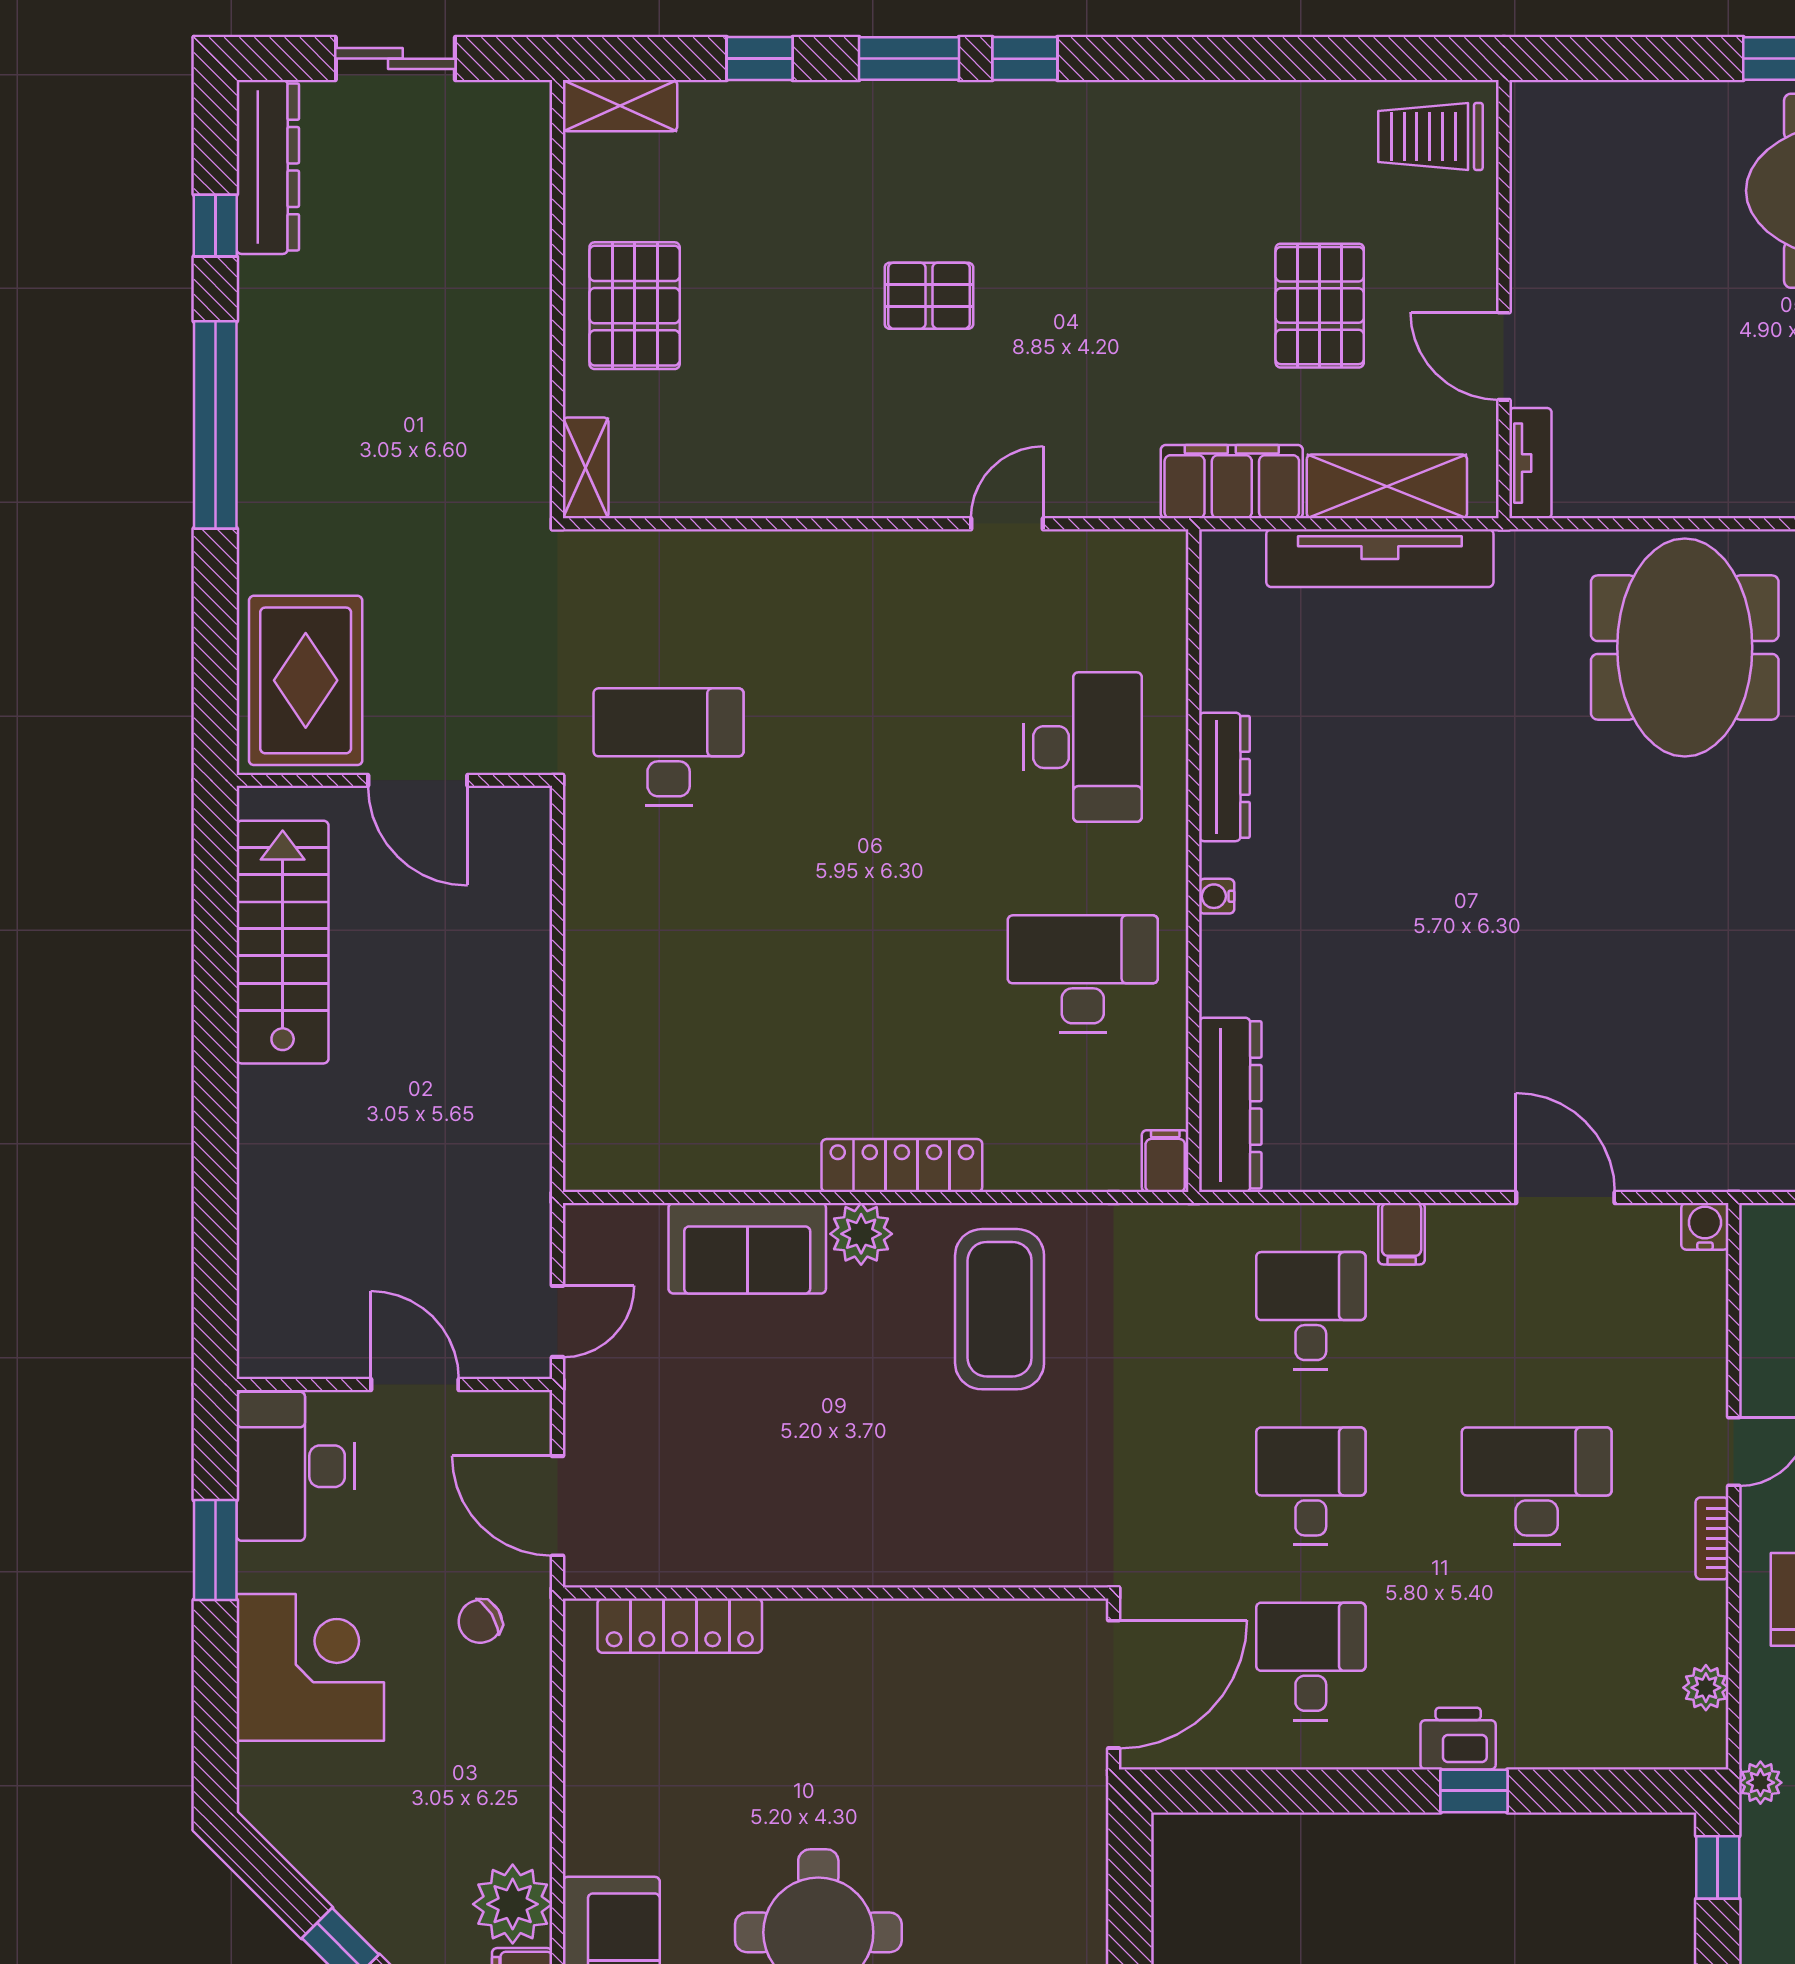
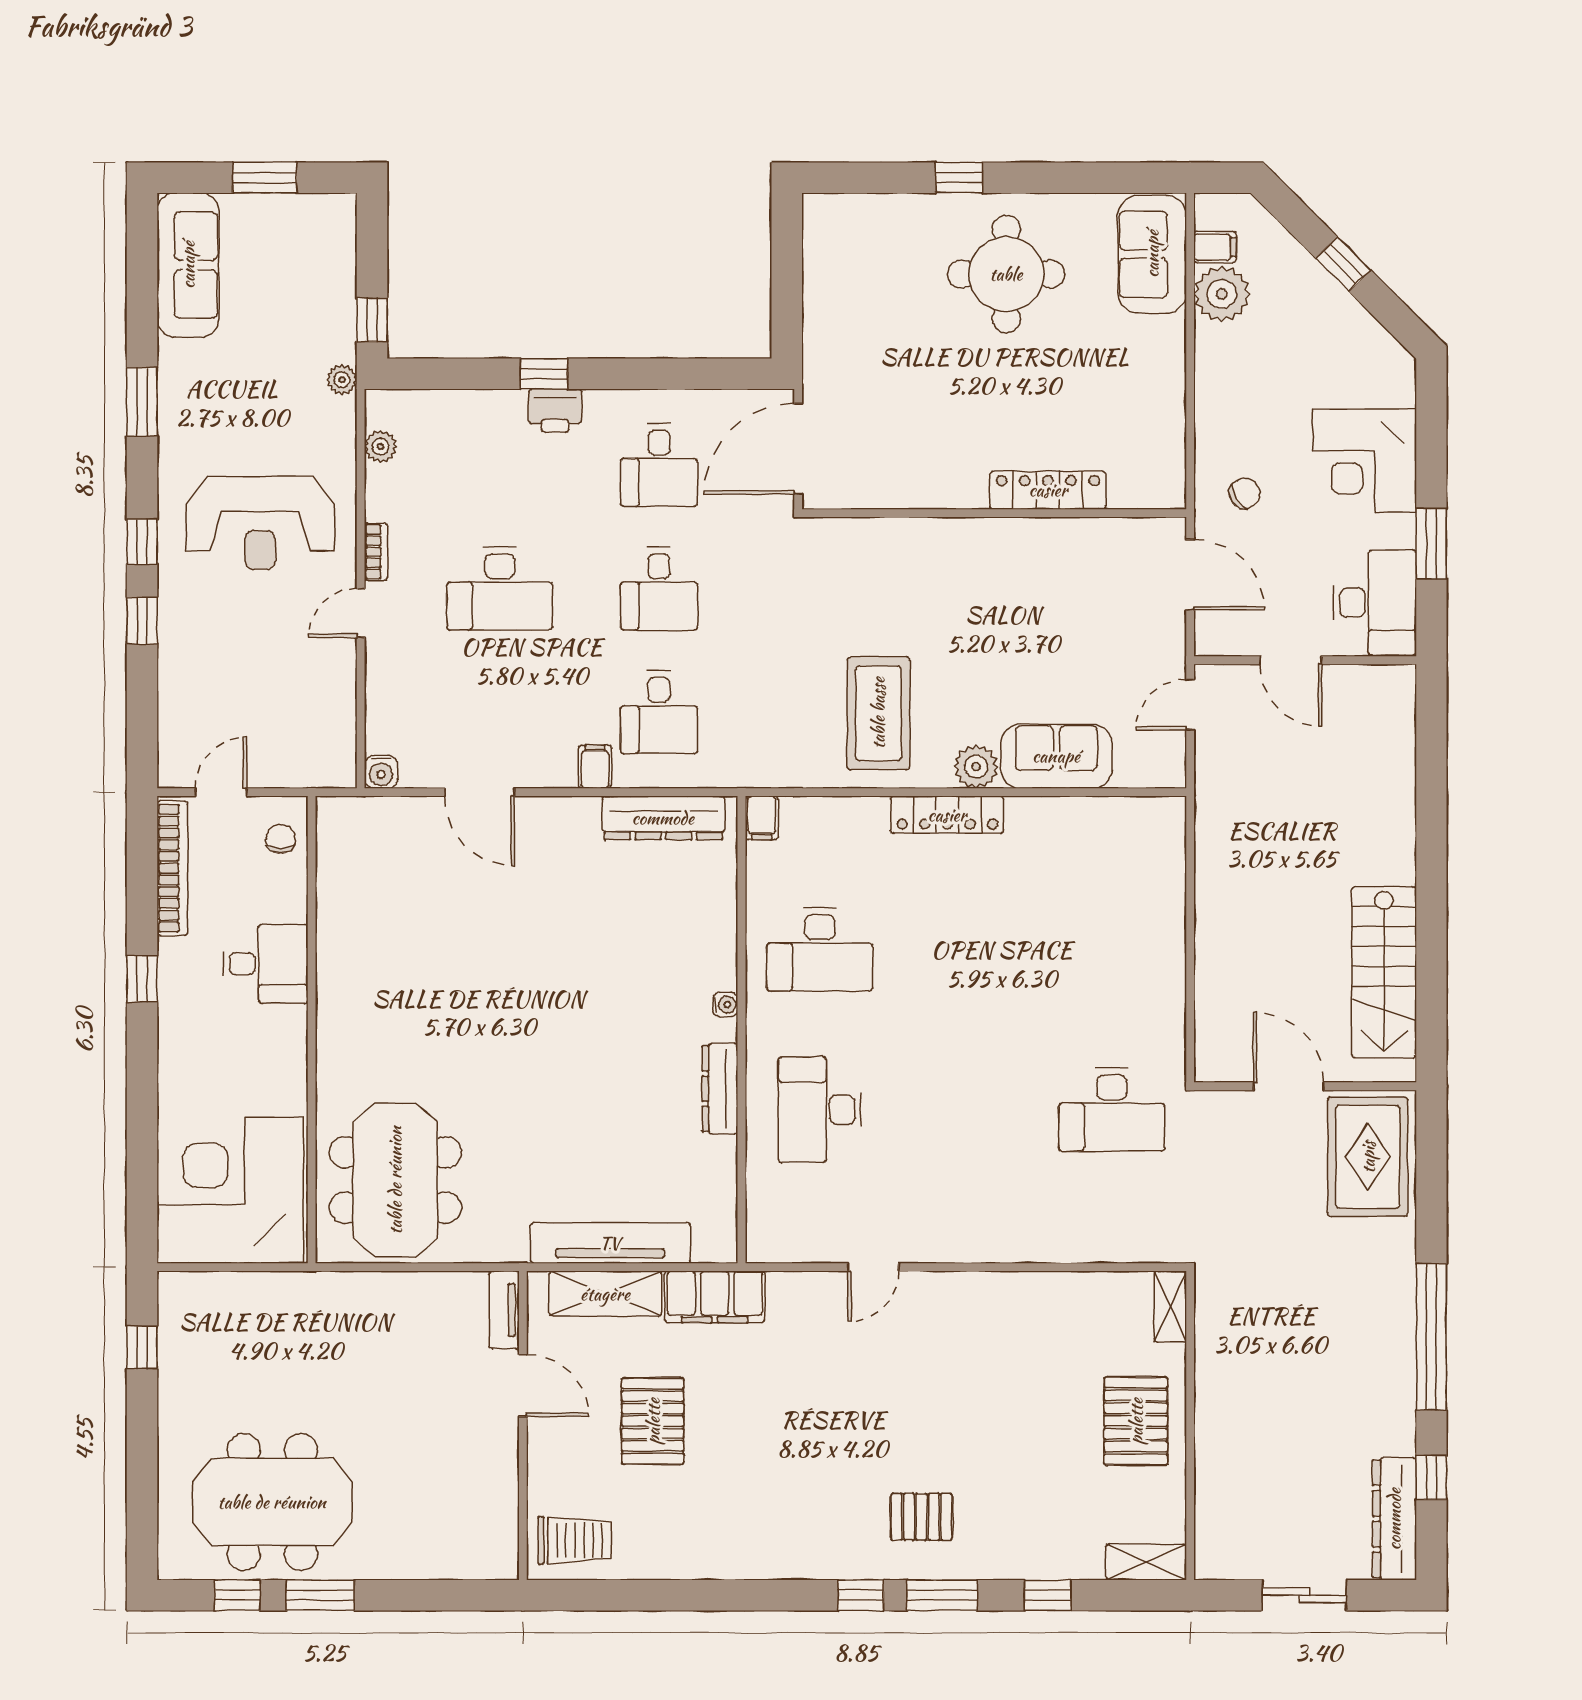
pallet: (929, 296) -> (921, 1517), moved
dresser: (1230, 1105) -> (663, 818), moved, turned -90
locker: (680, 1626) -> (1048, 490), moved

